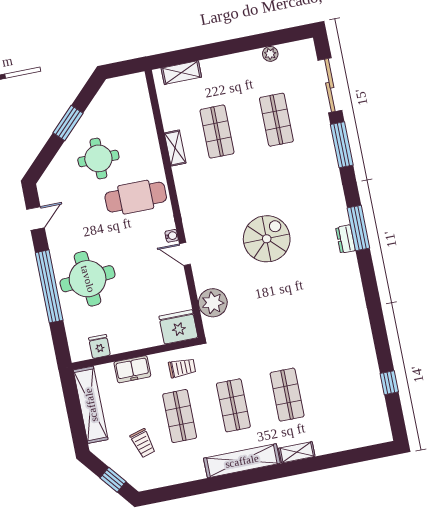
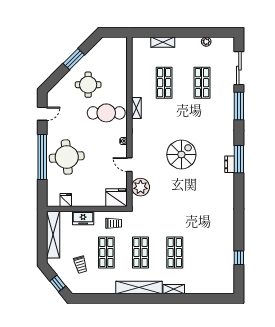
shelving: (181, 73) -> (163, 42), moved
shelving: (175, 148) -> (136, 108), moved
door: (185, 254) -> (129, 165), moved

